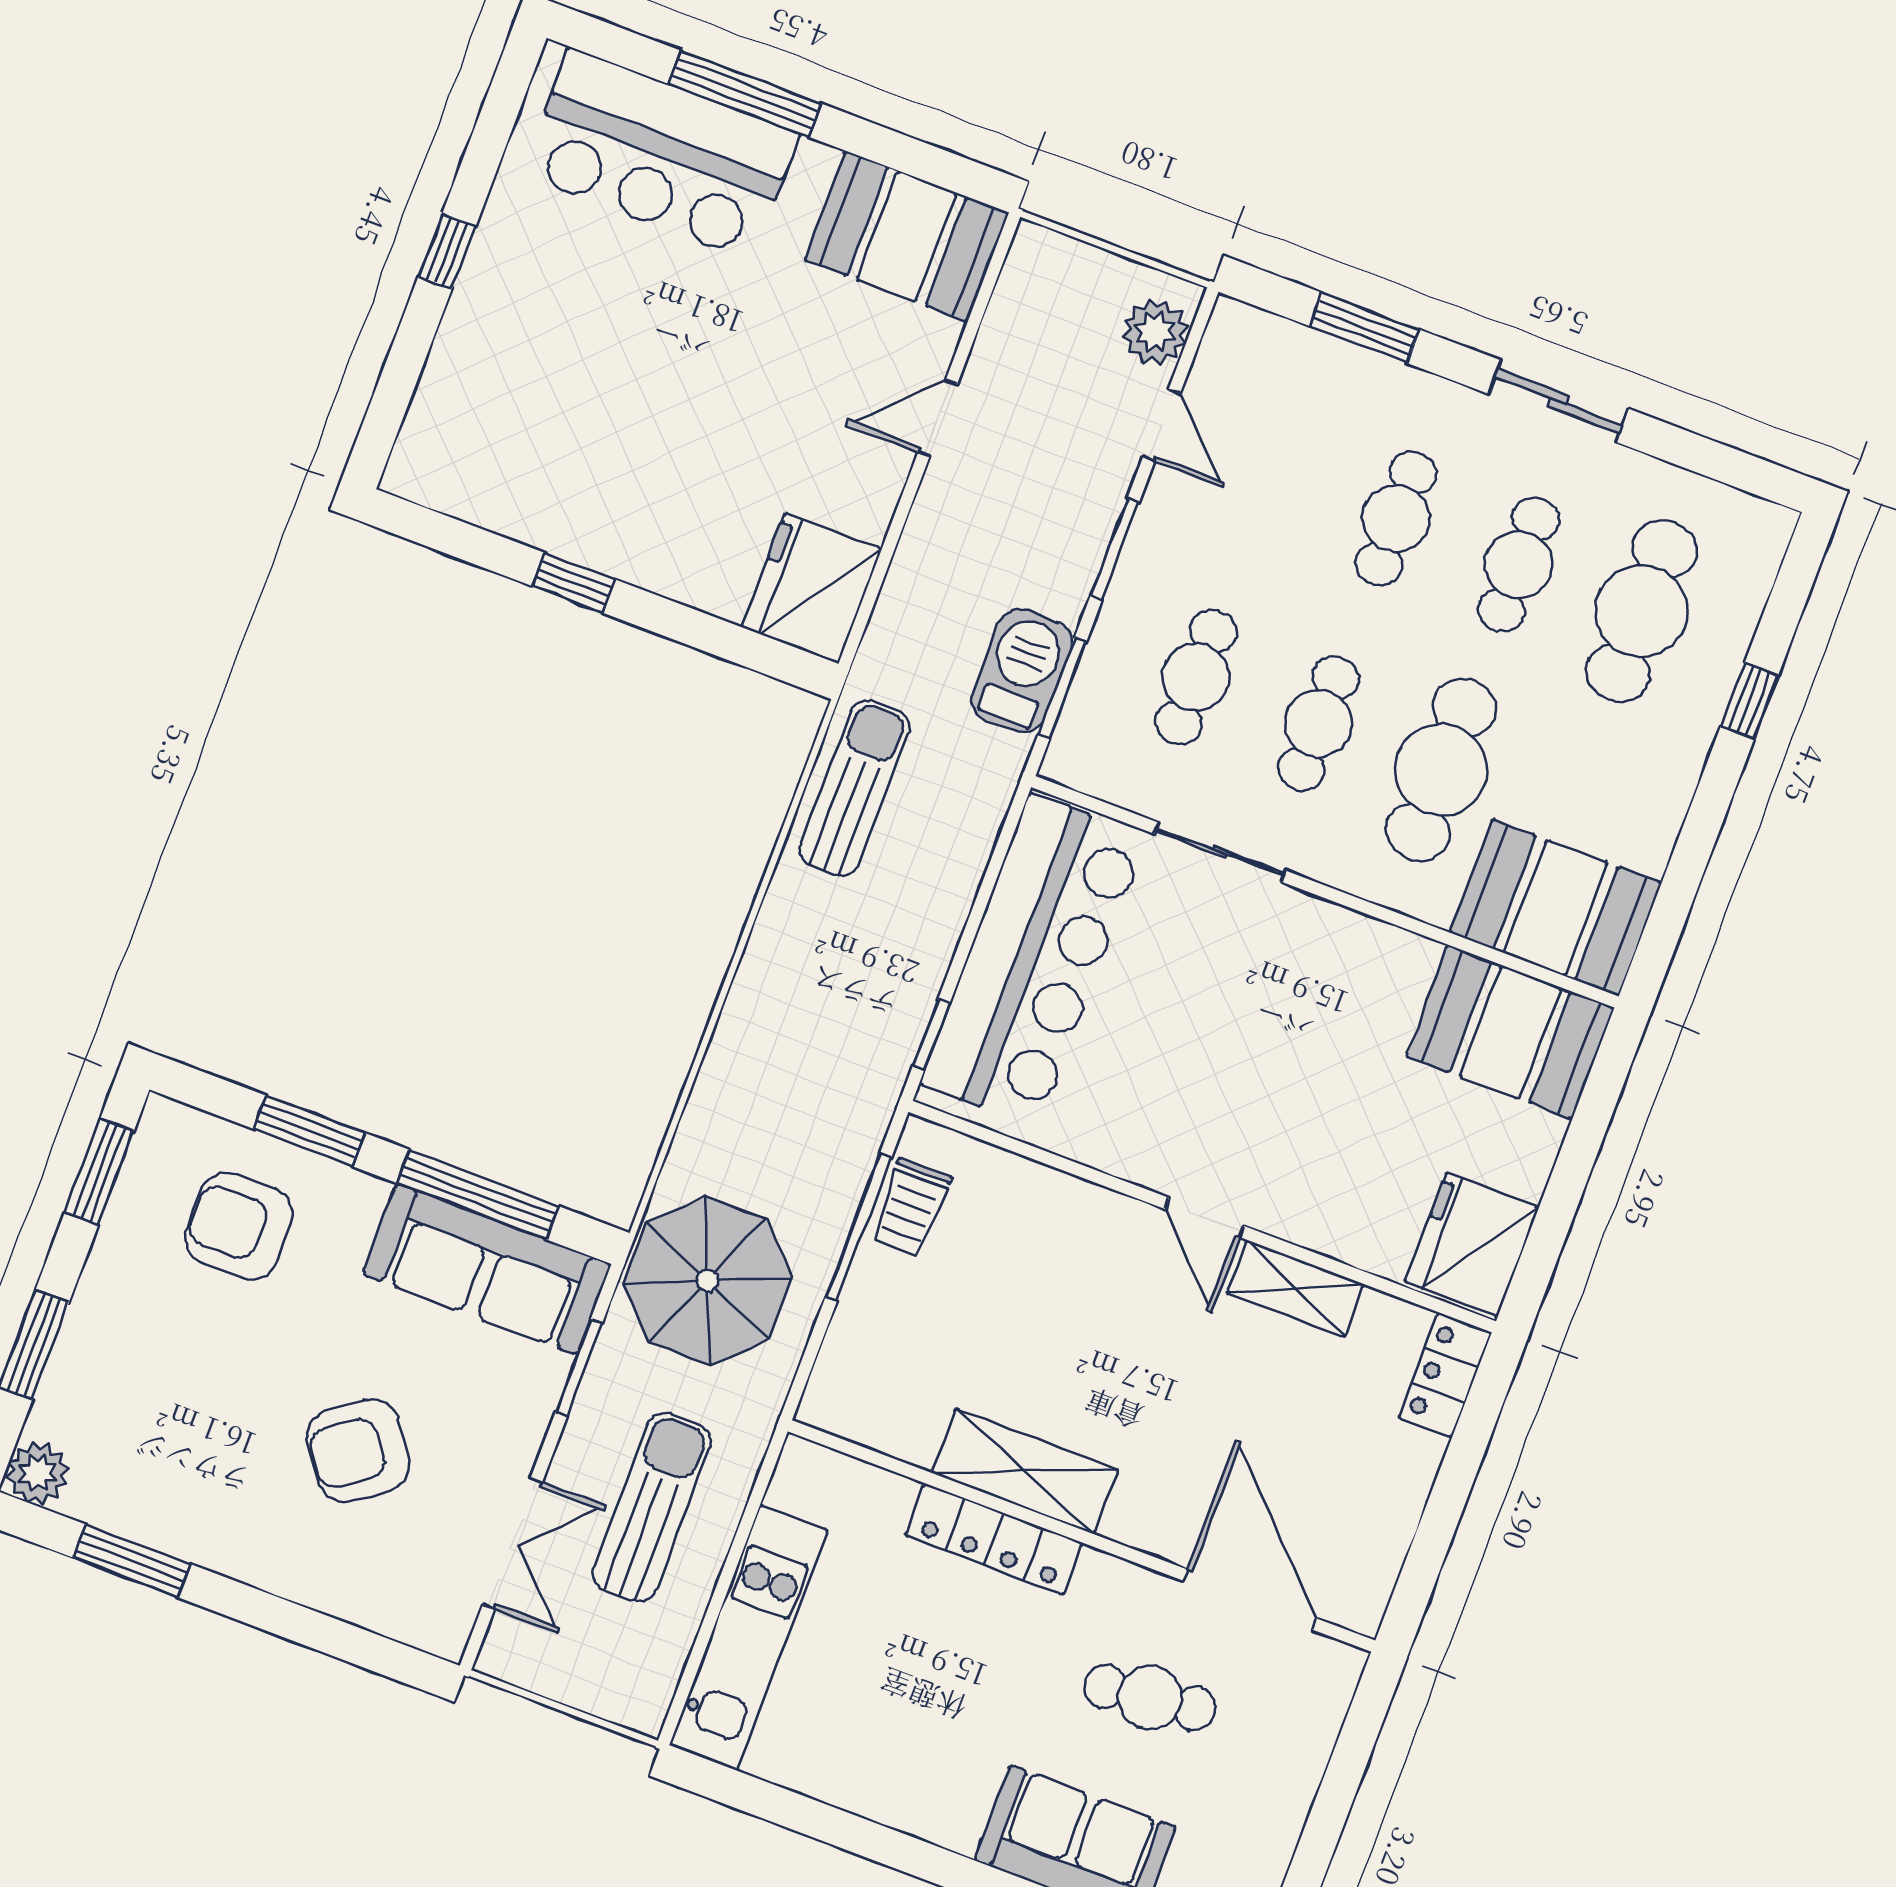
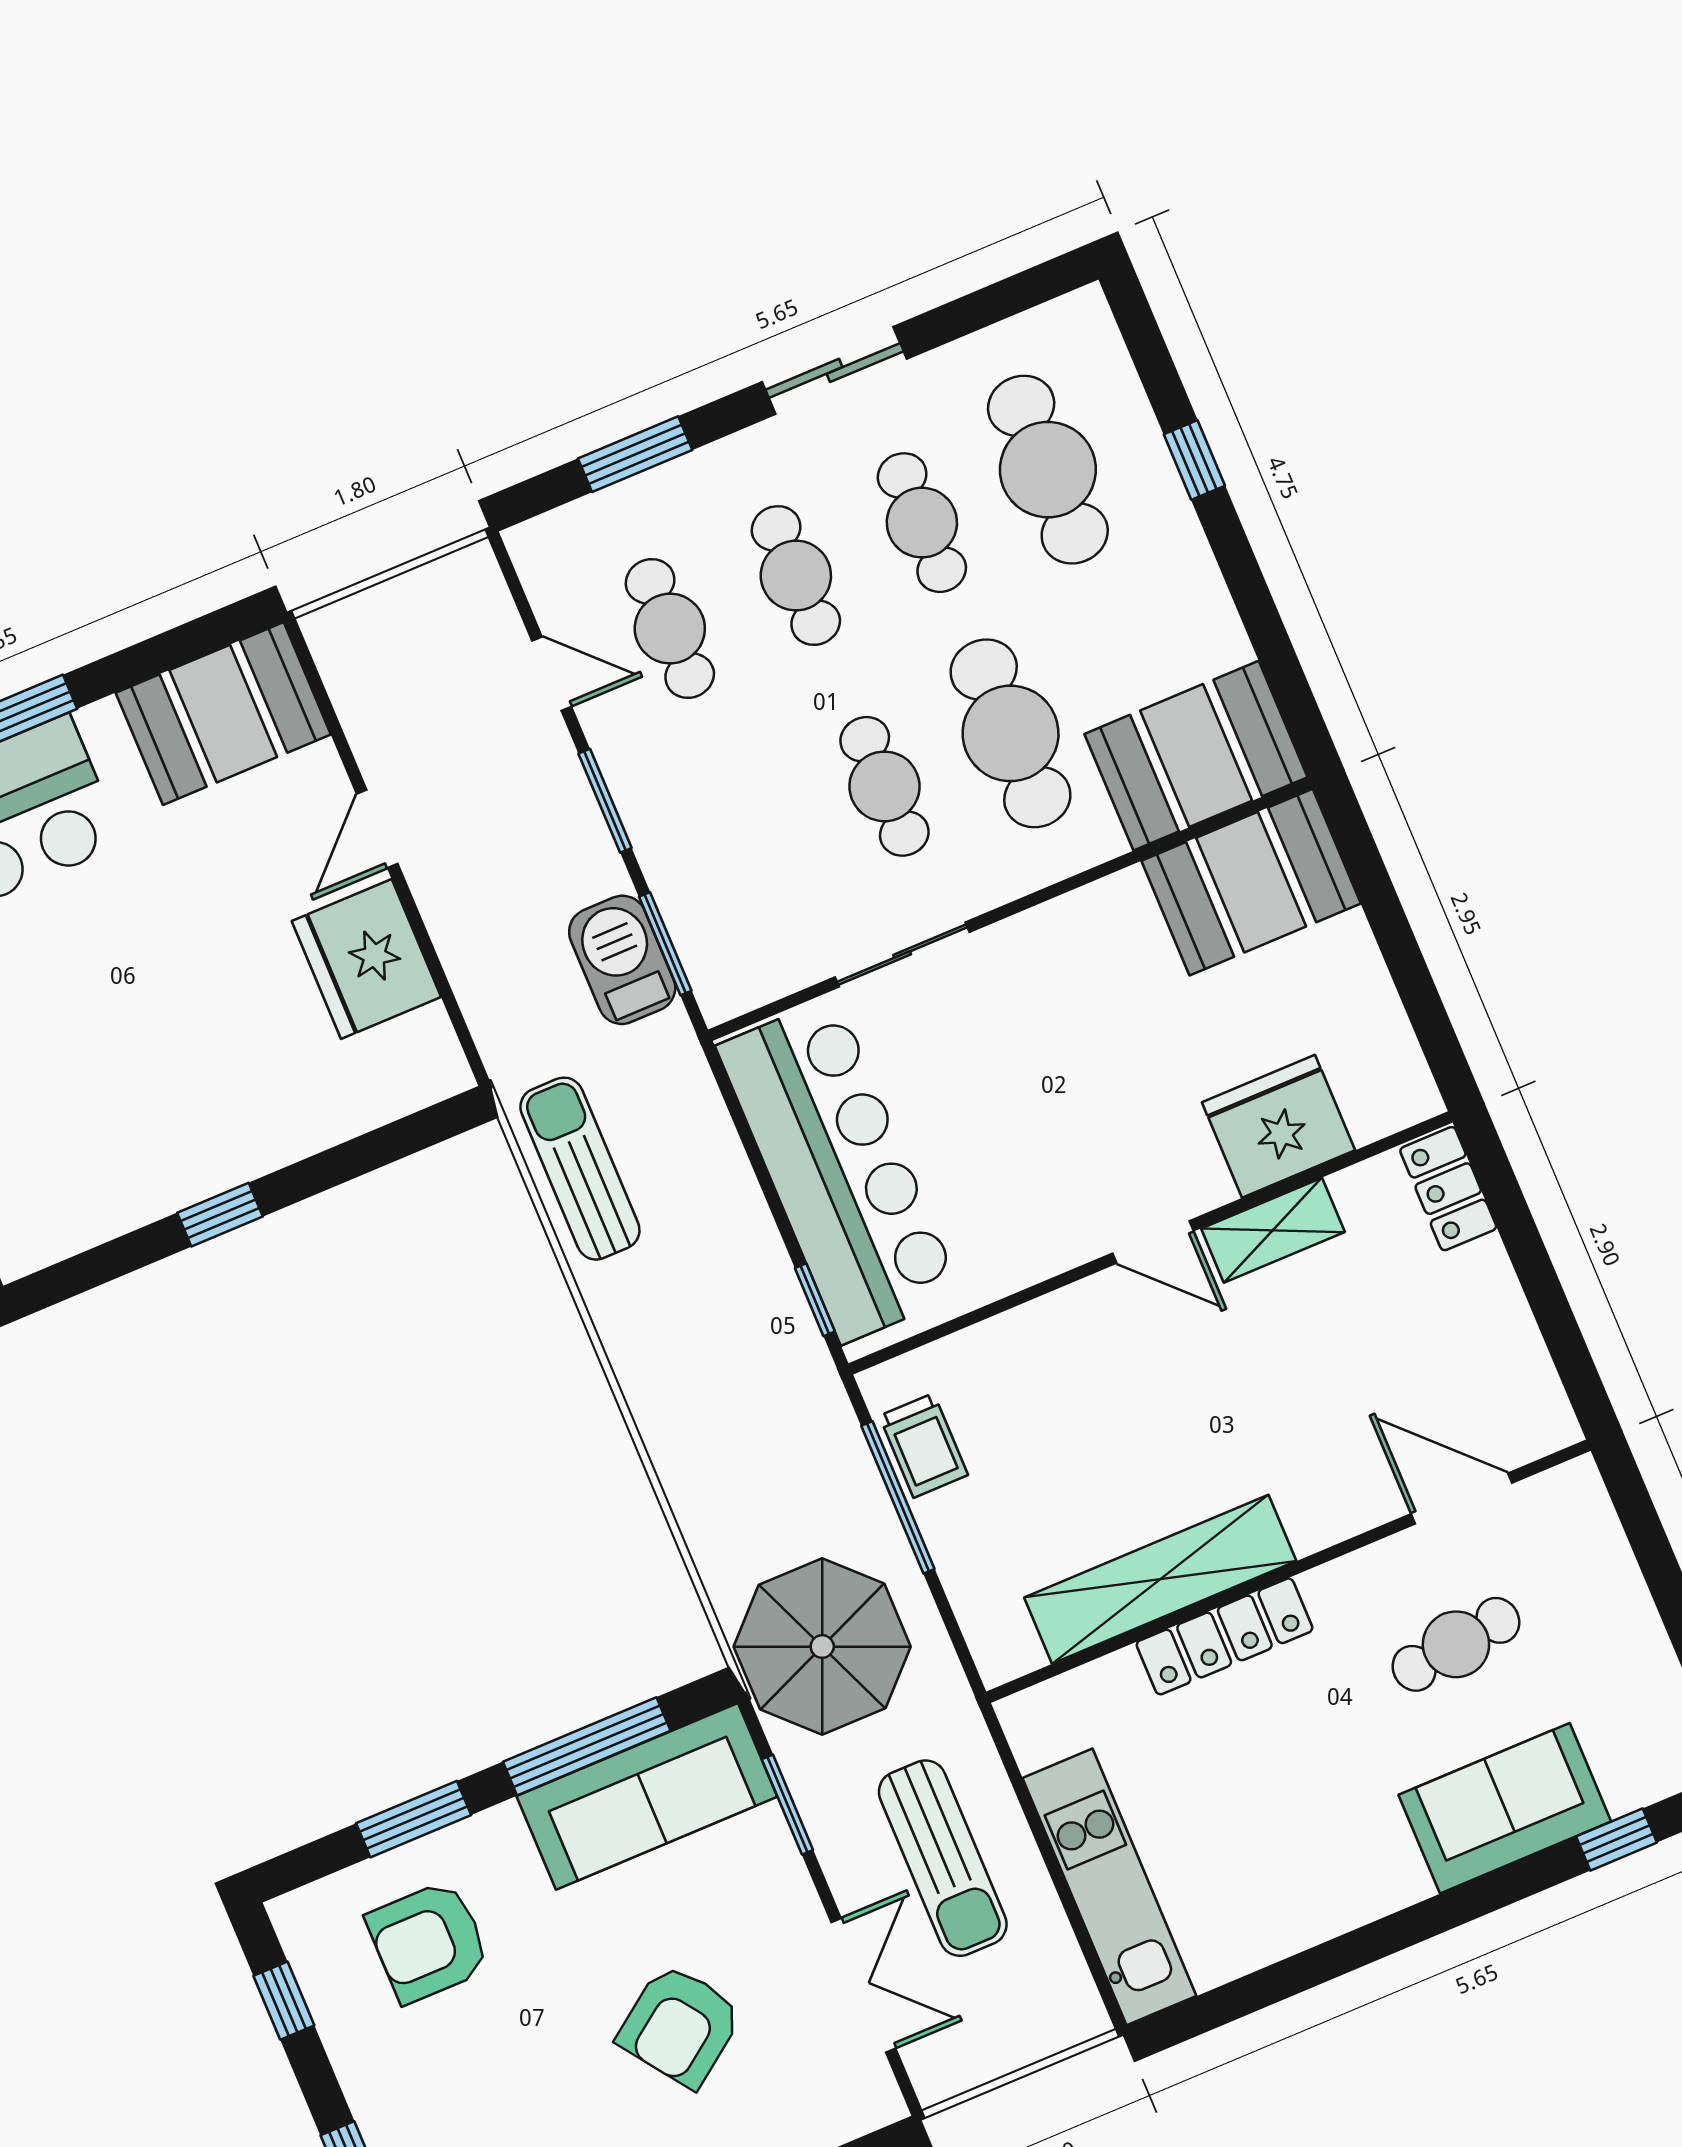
plant: (1155, 332) -> (480, 608), removed
fridge: (812, 588) -> (366, 959), moved
cafe table: (1196, 677) -> (670, 629), moved
window: (99, 1172) -> (284, 2001), width x0.67
fridge: (1472, 1245) -> (1278, 1126), moved, turned 90
shelving: (1025, 1471) -> (1160, 1579), width x1.47
sun lounger: (652, 1507) -> (943, 1858), turned 180
door: (1250, 1600) -> (1462, 1498), width x0.73

